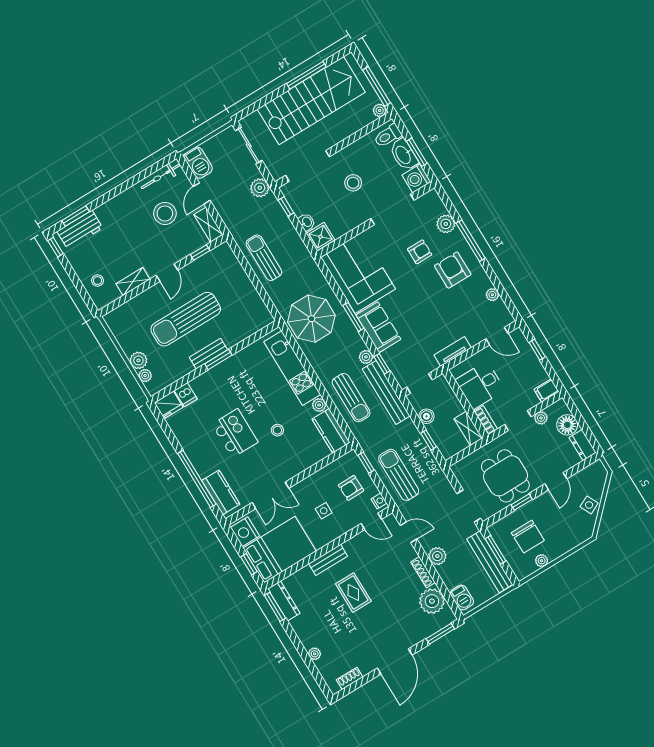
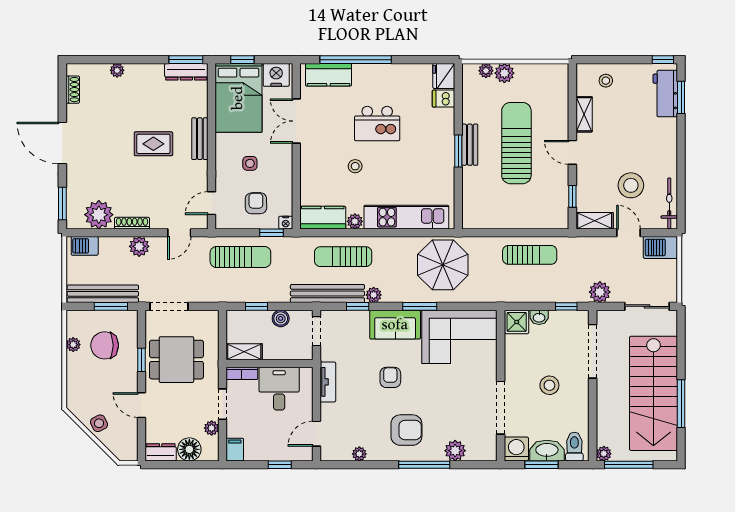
armchair: (420, 252) -> (390, 377), moved, turned 180
nightstand: (379, 501) -> (286, 223), moved

